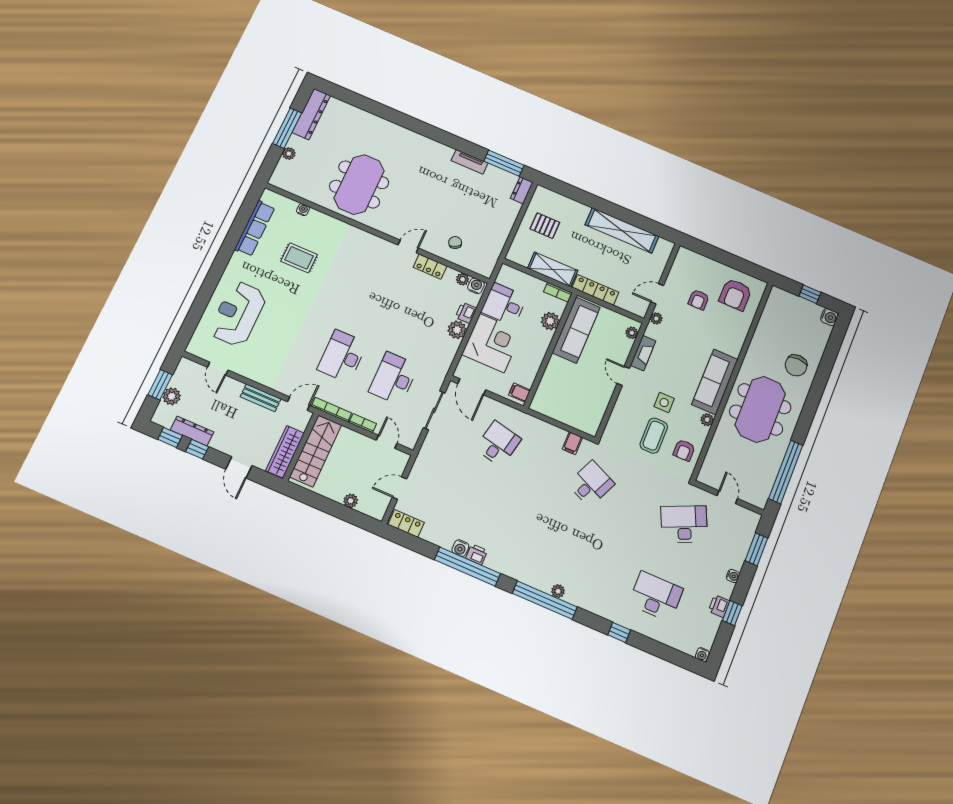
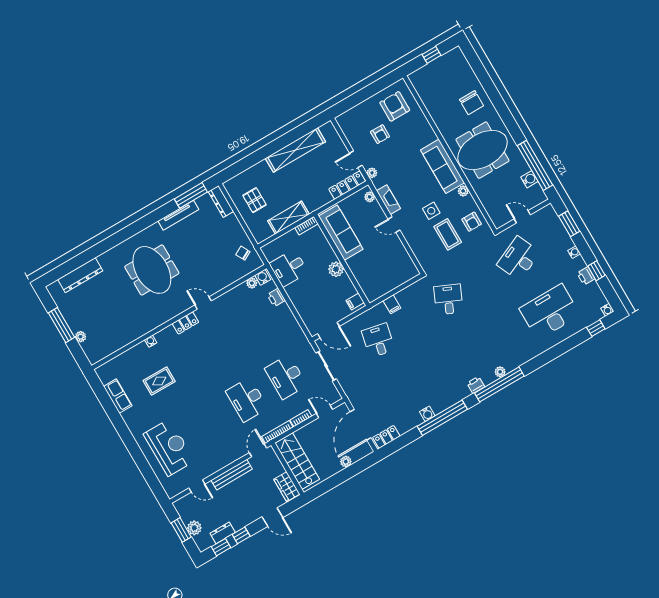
dresser: (311, 114) -> (80, 275), moved, turned 90
tv unit: (470, 162) -> (178, 215), width x1.41
meeting table: (359, 184) -> (152, 270), moved
dresser: (522, 190) -> (221, 201), width x1.44
water cooler: (303, 210) -> (151, 341), moved
pallet: (545, 226) -> (255, 200), turned 90
row of seats: (255, 228) -> (118, 396), width x0.68
chair: (455, 242) -> (243, 253), moved
door: (408, 247) -> (203, 303), hinge flipped
locker: (430, 267) -> (185, 323), moved
locker: (595, 290) -> (347, 185), moved
door: (657, 294) -> (356, 159), hinge flipped
armchair: (735, 295) -> (395, 106), turned 180
reception desk: (238, 314) -> (169, 448), turned 180
water cooler: (829, 317) -> (529, 179), moved
plant: (550, 321) -> (336, 269), moved
plant: (457, 330) -> (283, 312), removed
corner desk: (492, 343) -> (309, 295), removed
bench: (261, 398) -> (232, 475), width x1.36
meeting table: (760, 409) -> (482, 150), turned 90
dresser: (192, 431) -> (223, 533), width x0.70
filing cabinet: (572, 443) -> (392, 304), moved
wardrobe: (285, 452) -> (287, 487), width x0.67
door: (400, 488) -> (361, 425), width x1.88
printer: (477, 554) -> (476, 385), moved
desk: (656, 596) -> (550, 312), width x1.36, depth x1.30
window: (619, 632) -> (596, 328), moved

